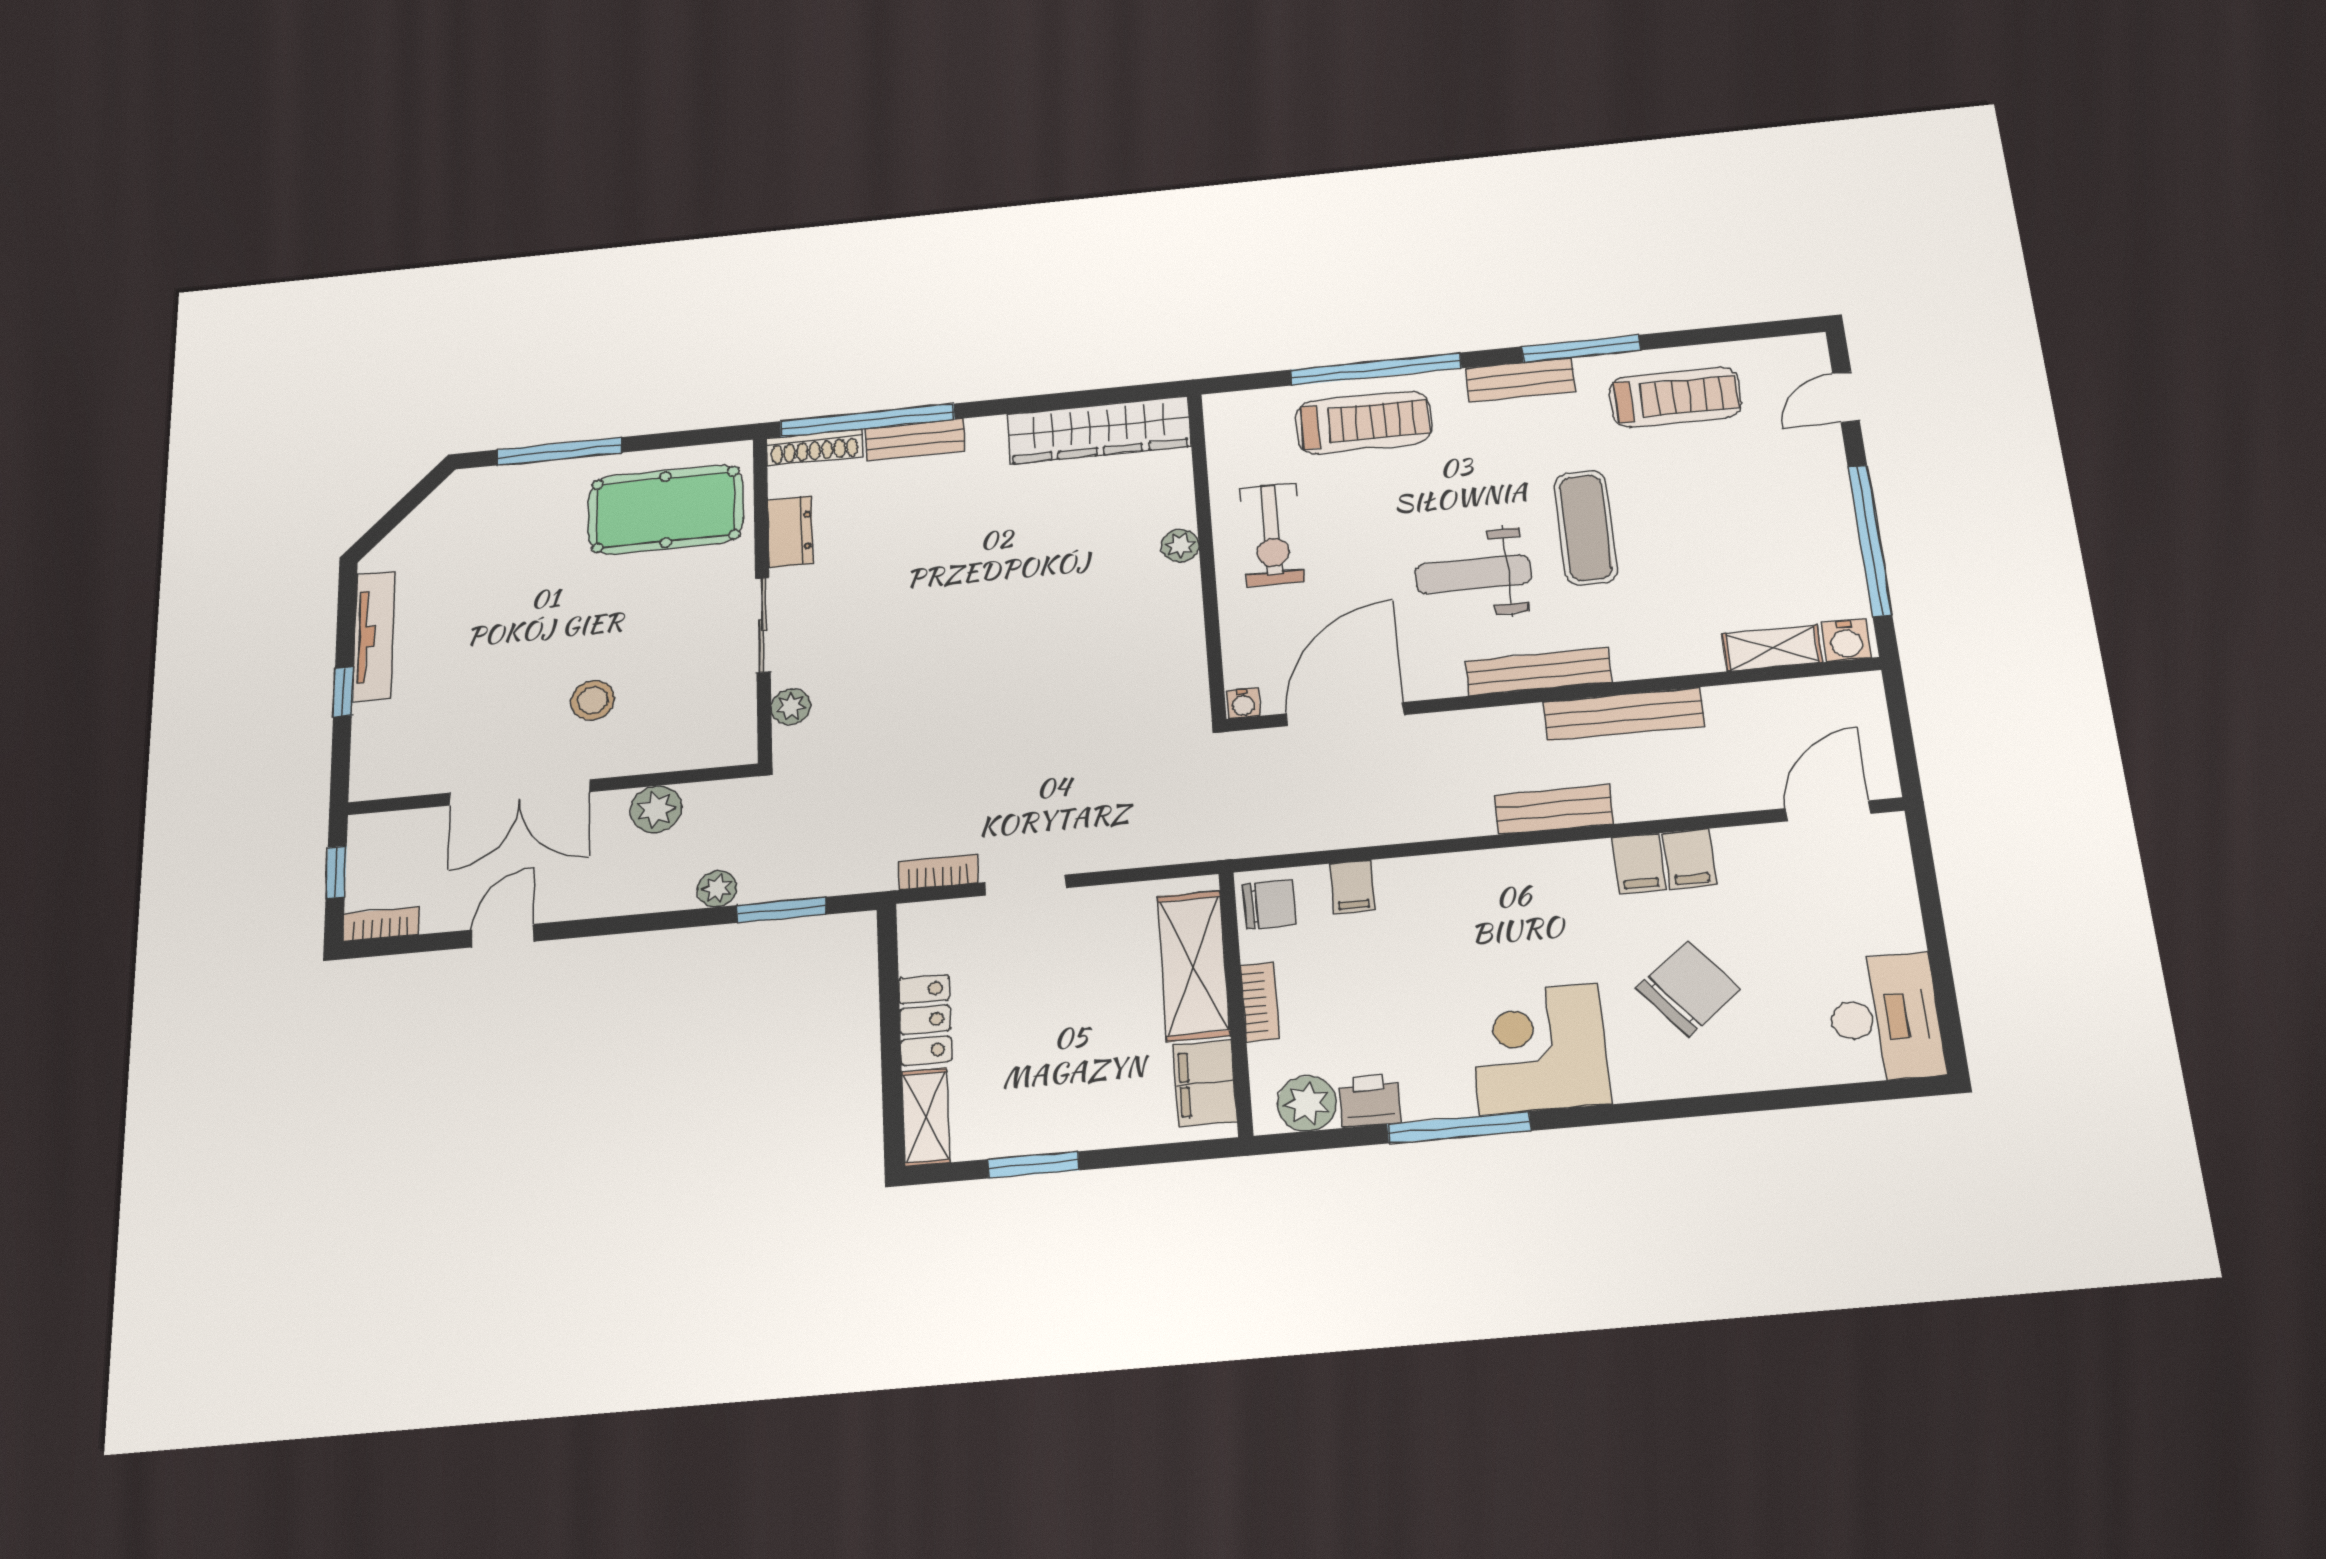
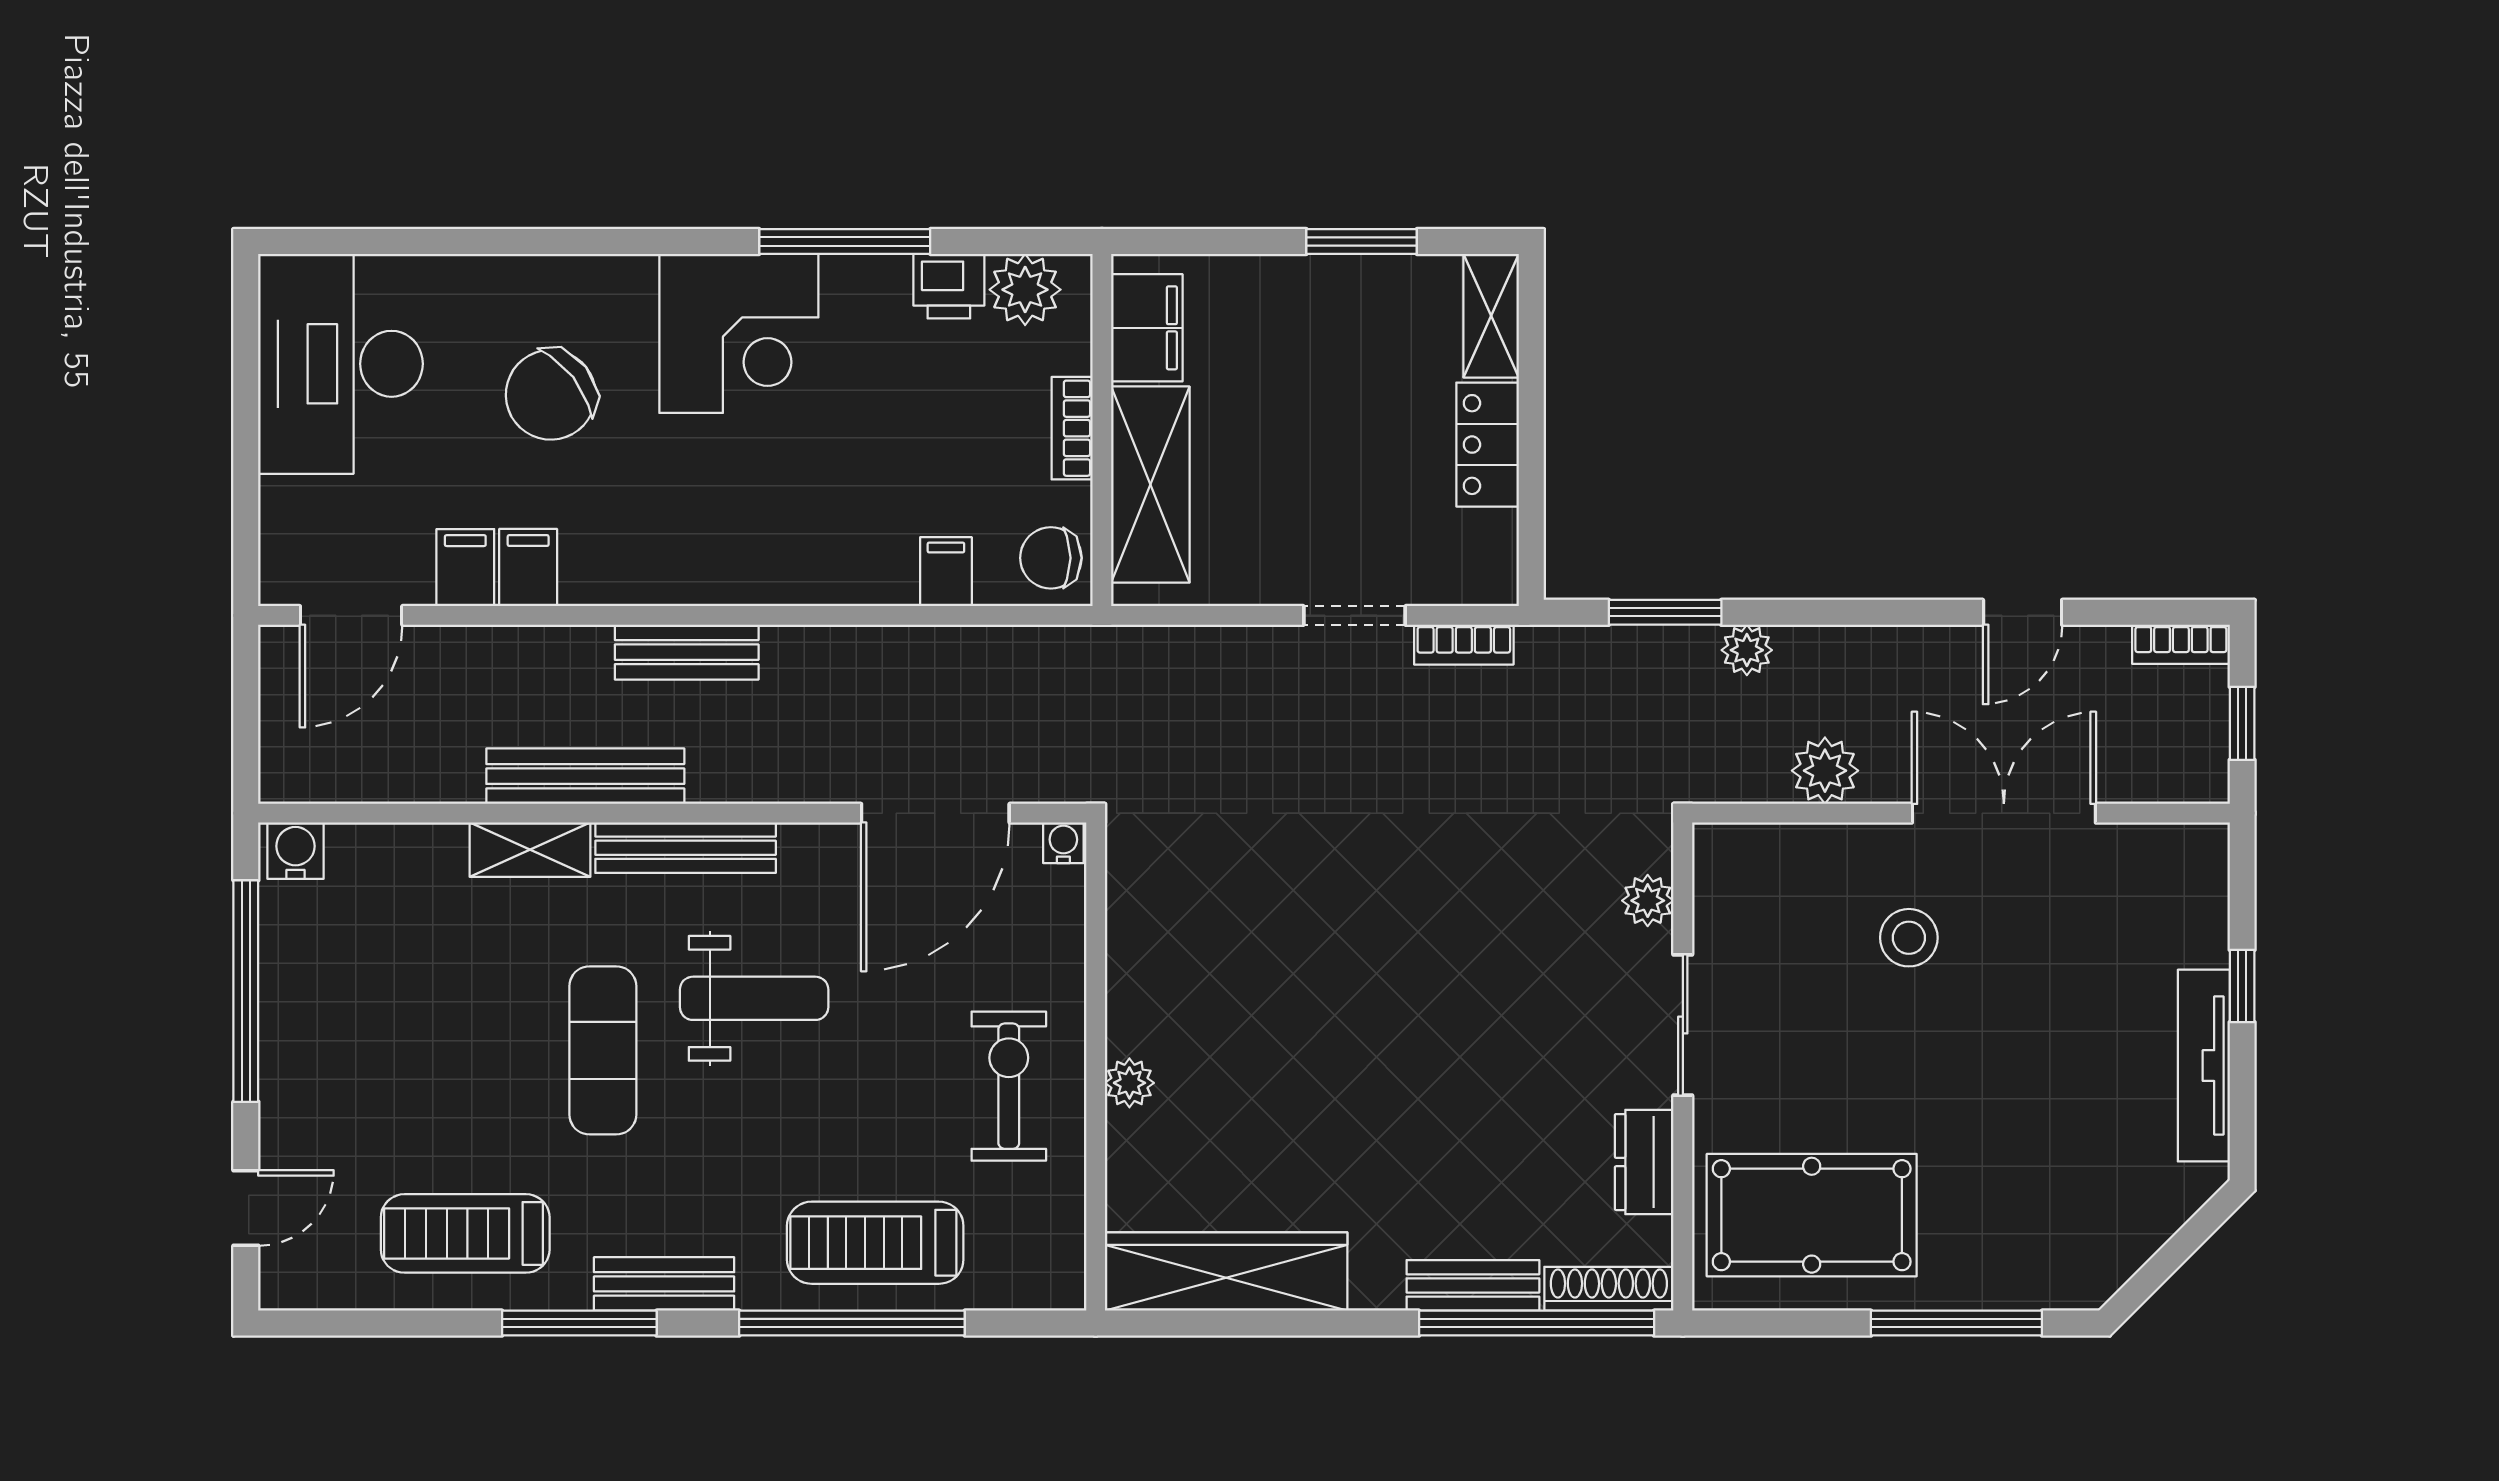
shelving: (1772, 648) -> (530, 850), moved
filing cabinet: (1639, 864) -> (465, 568), moved
desk: (1885, 1018) -> (340, 364), width x1.36, depth x1.30

